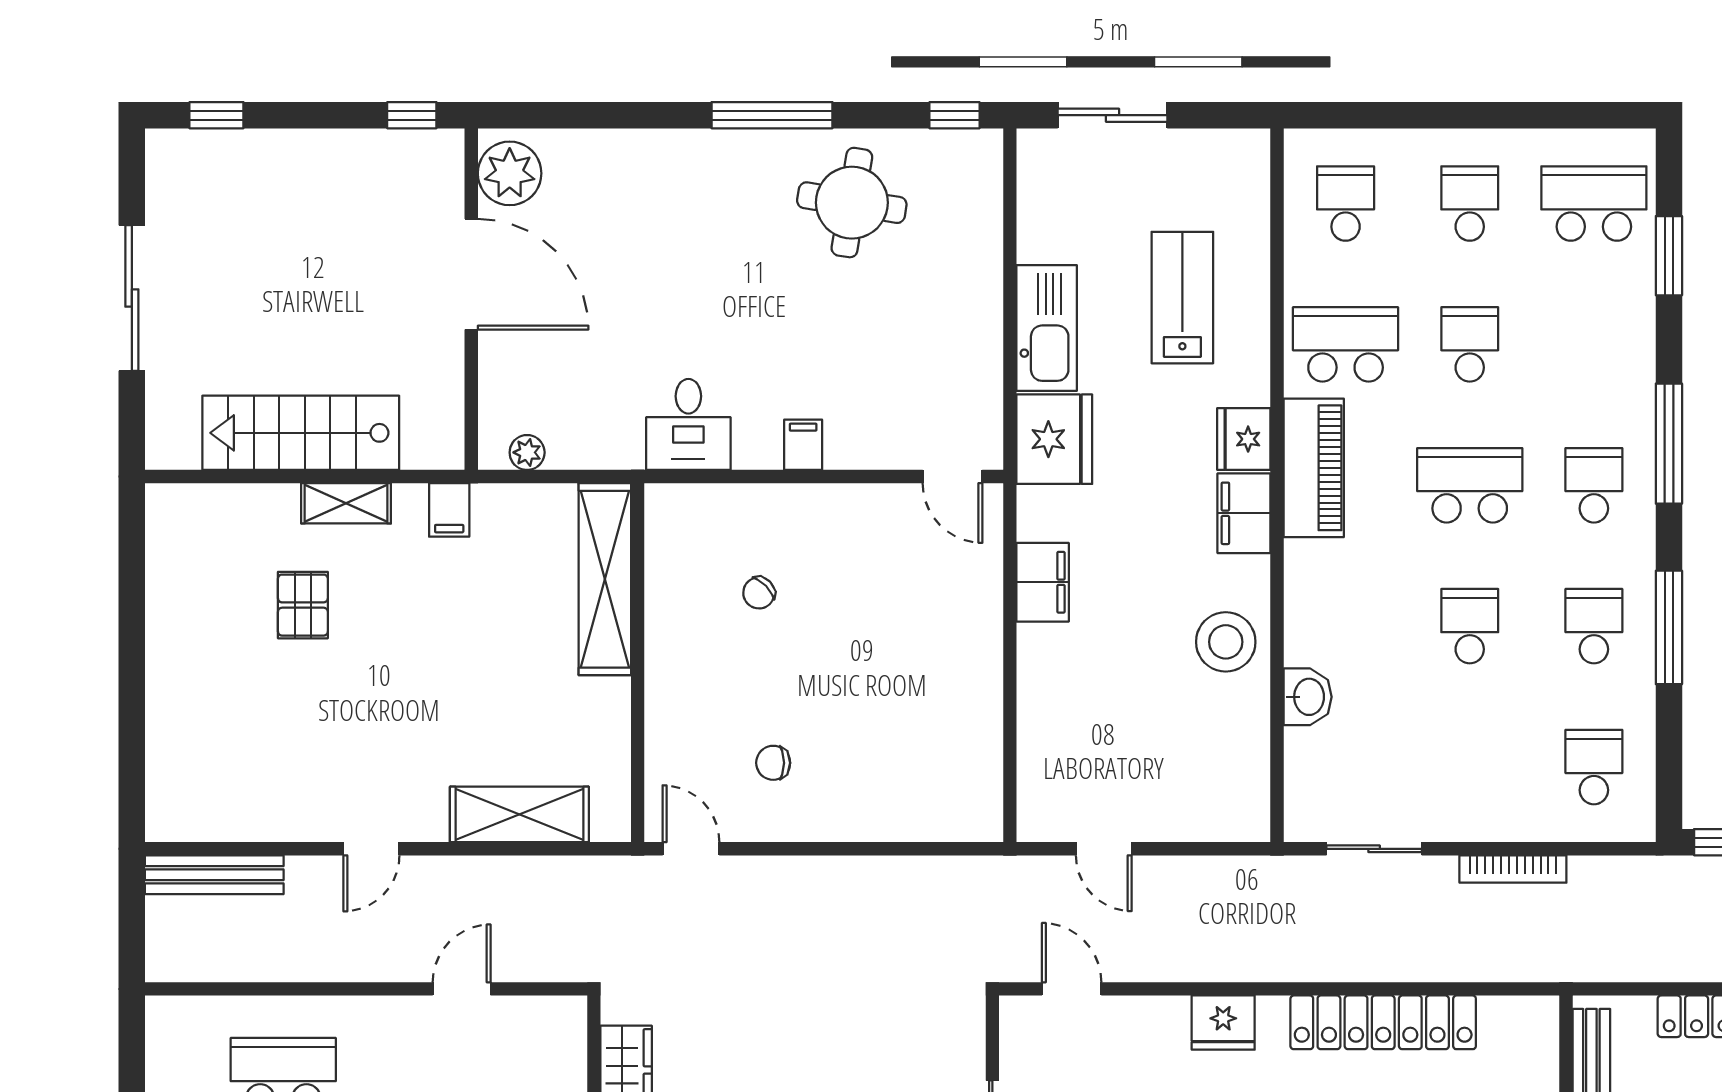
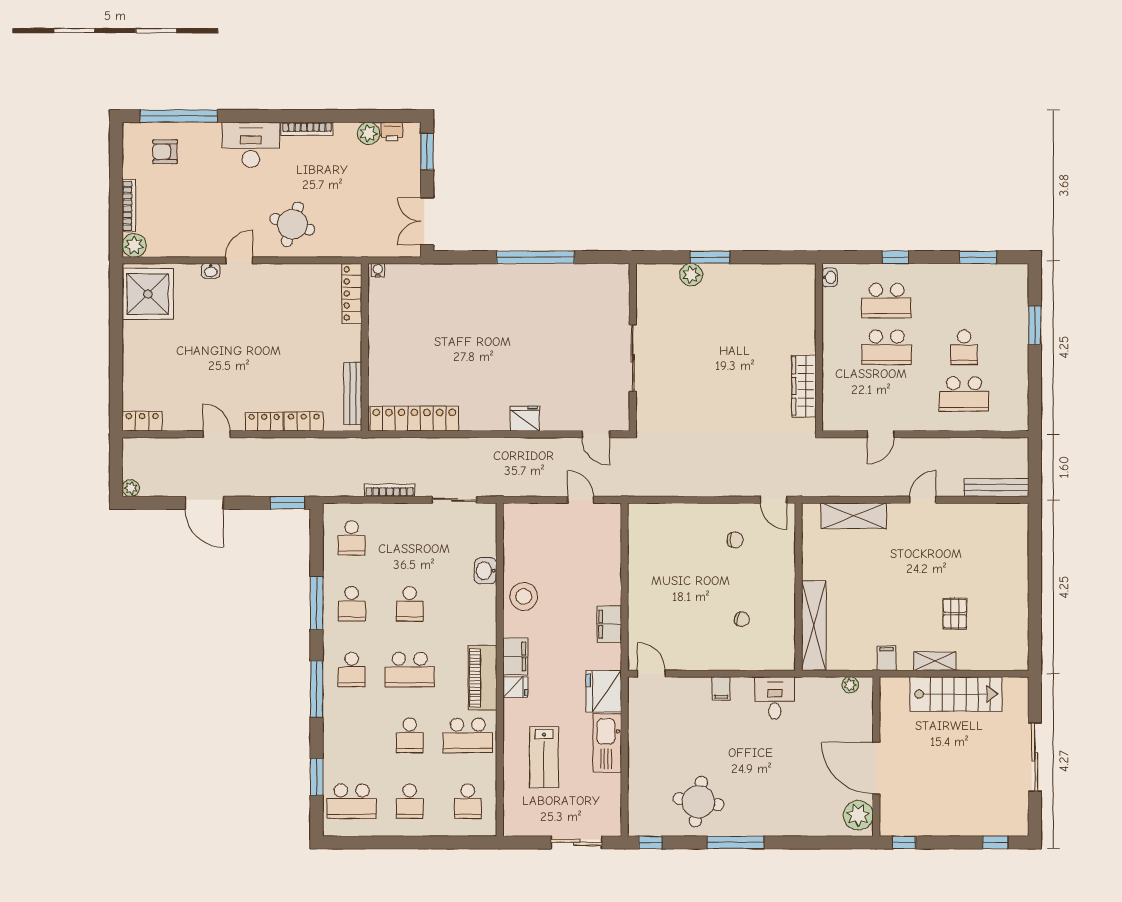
fridge: (1244, 439) -> (515, 687), width x0.72
chair: (759, 593) -> (742, 619), turned 58
locker: (1383, 1022) -> (414, 419), moved

